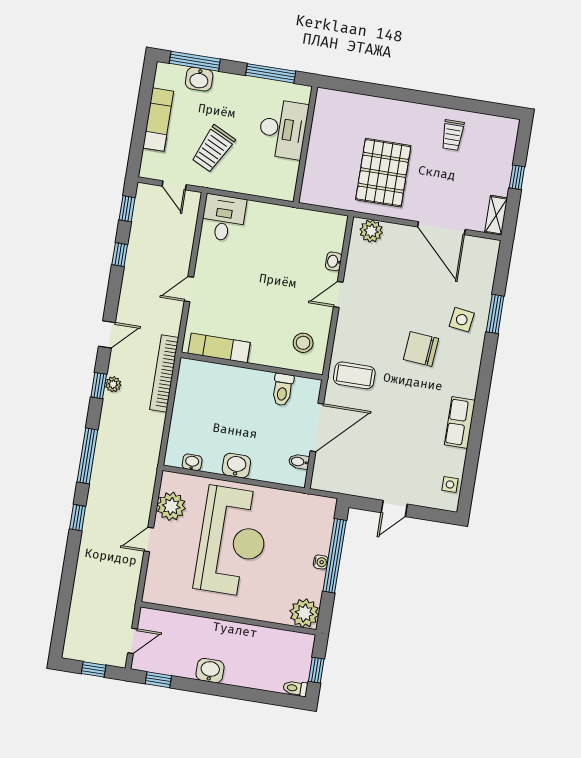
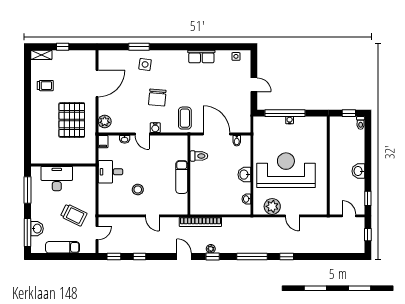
pallet: (383, 173) -> (72, 120), turned 90
shelving: (496, 215) -> (41, 55), moved
desk: (223, 218) -> (111, 172), moved
filing cabinet: (336, 222) -> (103, 142), added
water cooler: (346, 320) -> (155, 128), added
stool: (303, 343) -> (138, 190), moved
exam couch: (219, 348) -> (182, 177), moved
chair: (421, 349) -> (157, 97), moved
plant: (304, 613) -> (319, 125), removed

